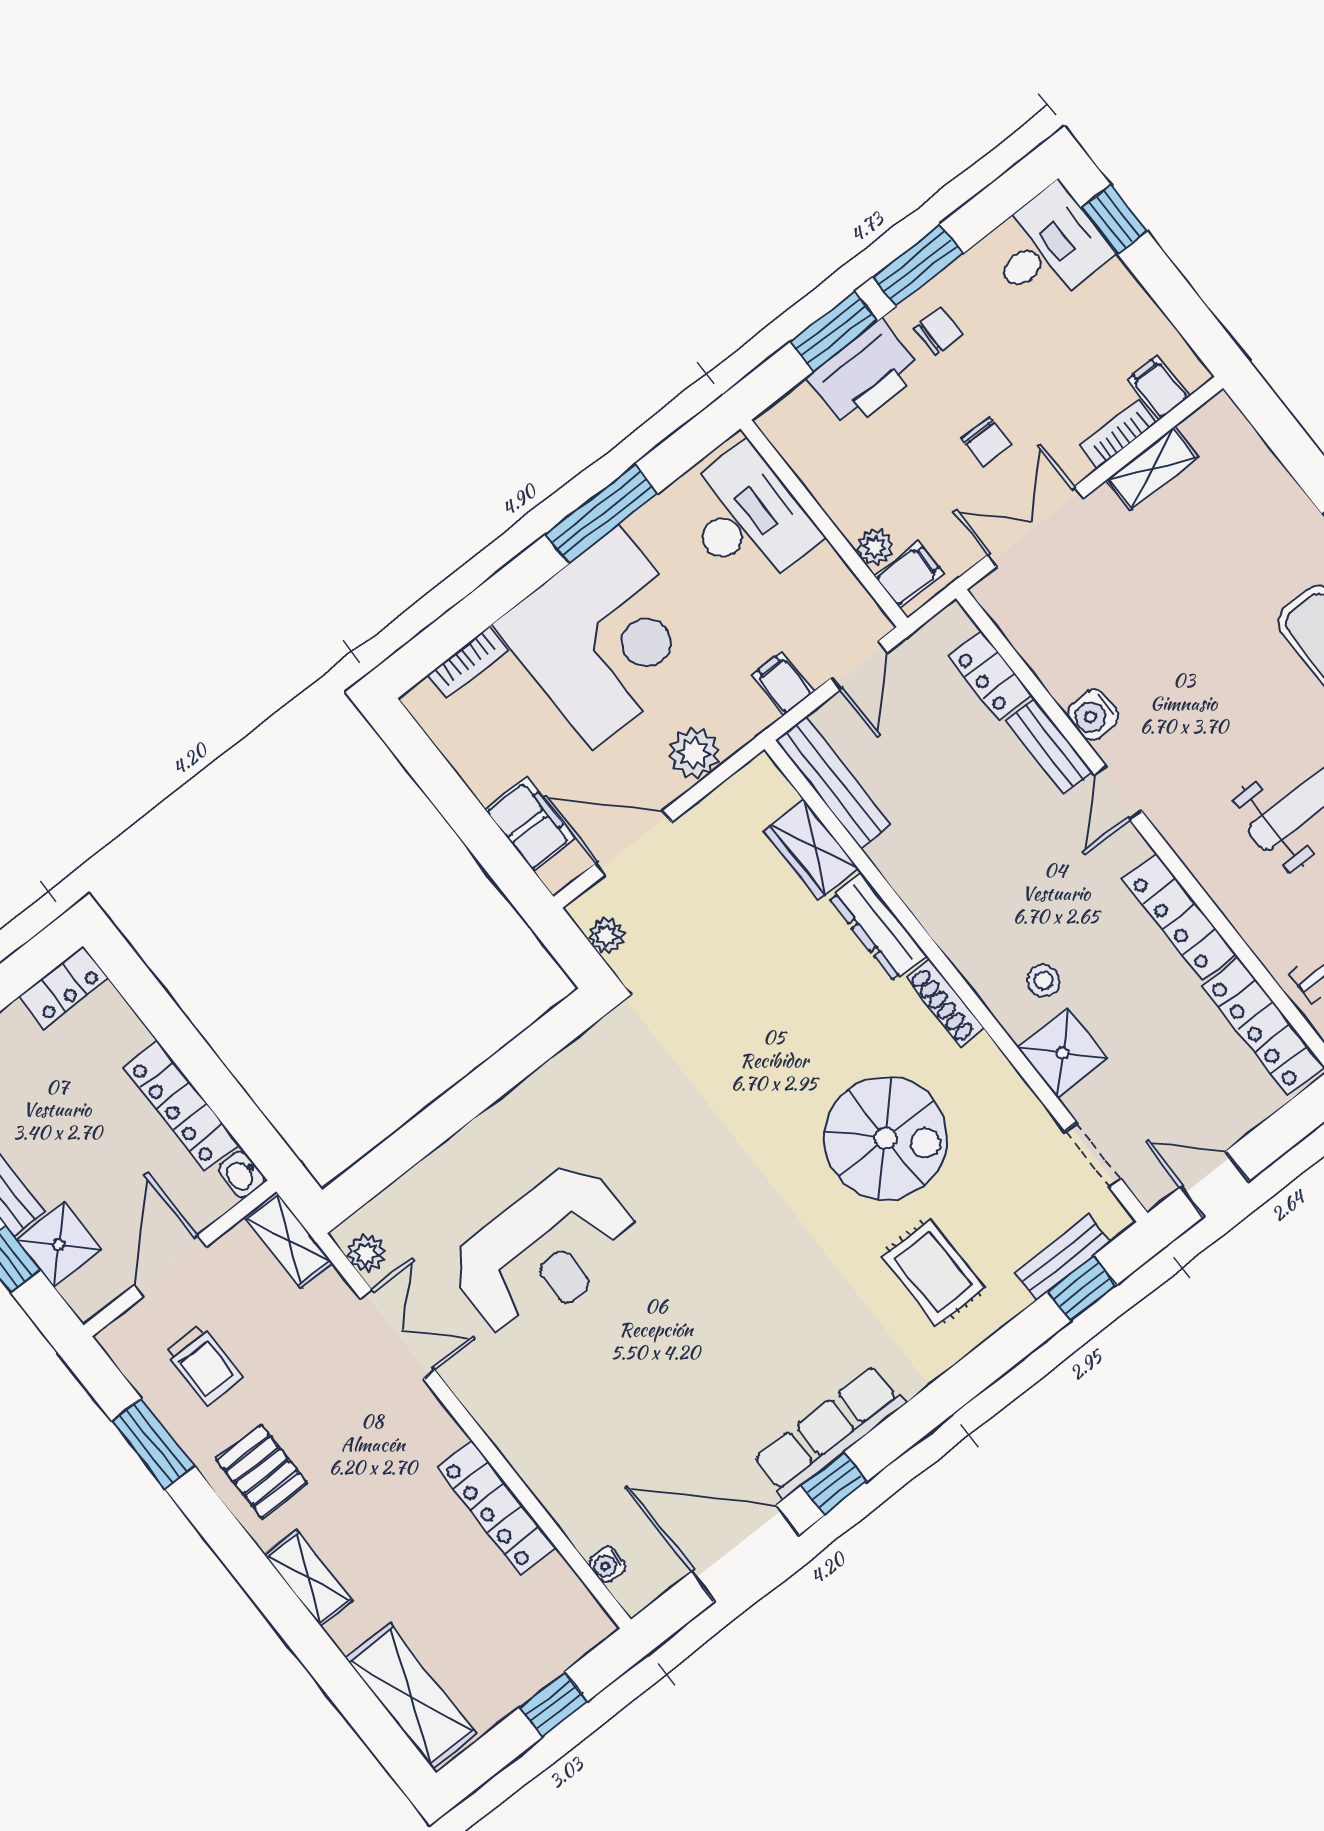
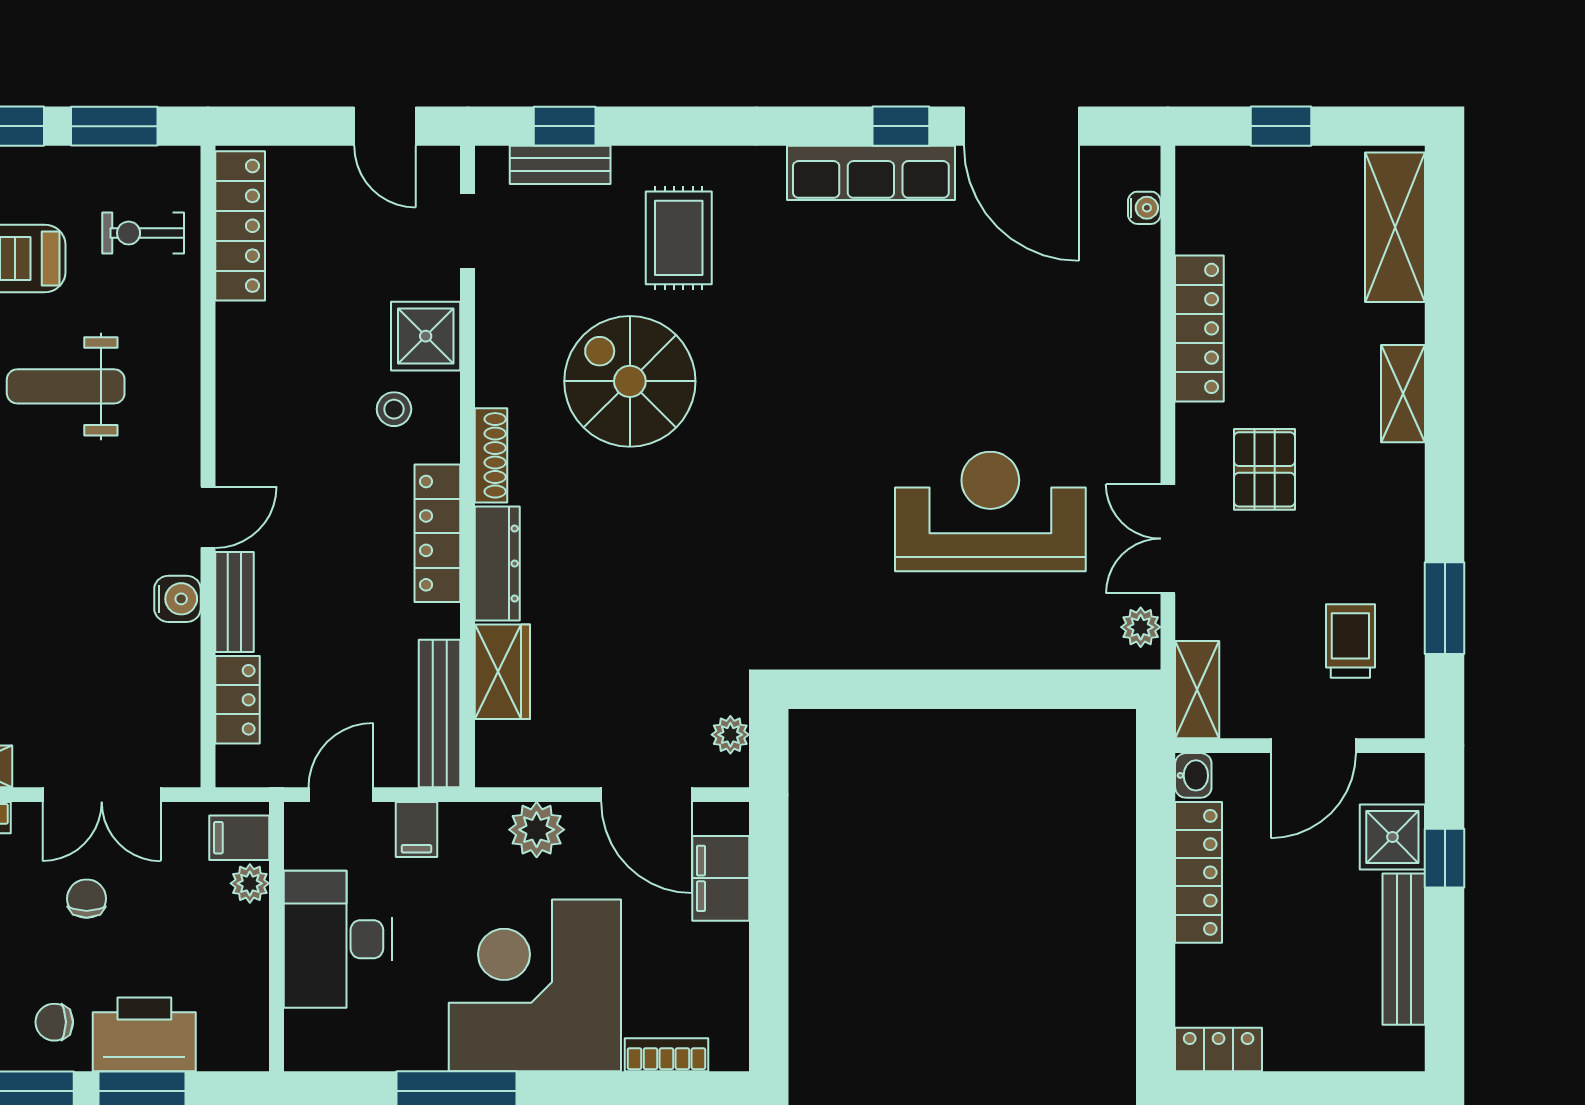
desk: (747, 518) -> (338, 939), moved
locker: (1179, 917) -> (437, 533), moved, turned 180
pallet: (262, 1471) -> (1264, 469), moved

